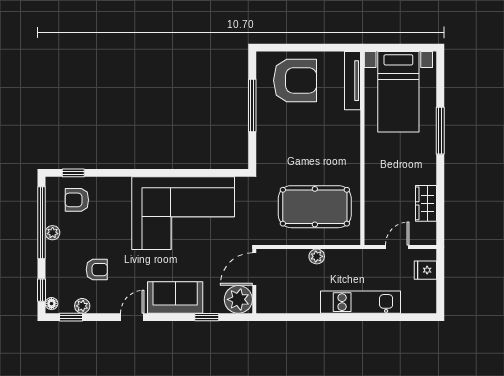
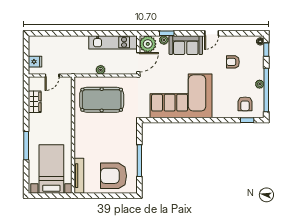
armchair: (77, 200) -> (245, 104), turned 90
kitchen unit: (360, 302) -> (113, 42), moved
plant: (82, 306) -> (164, 40), moved
window: (71, 317) -> (249, 33), removed

